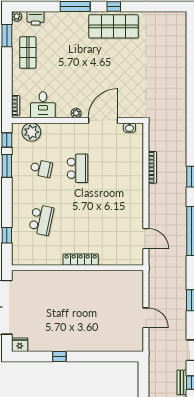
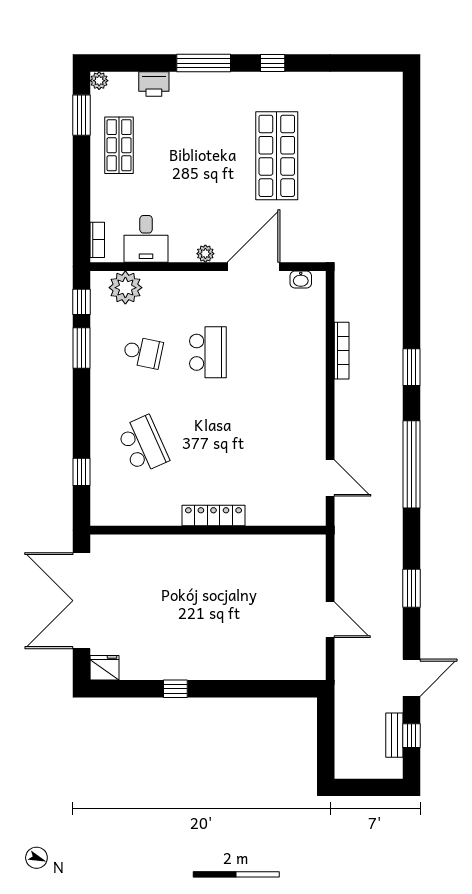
printer: (36, 18) -> (154, 84), moved
shop shelf: (113, 26) -> (277, 156), moved, turned 90
school desk: (41, 220) -> (143, 445), turned -36

